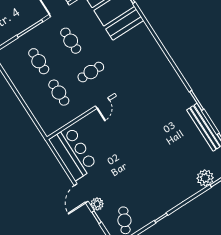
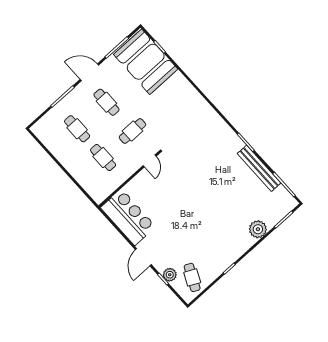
plant: (205, 178) -> (258, 229), moved
plant: (97, 204) -> (170, 275), moved

